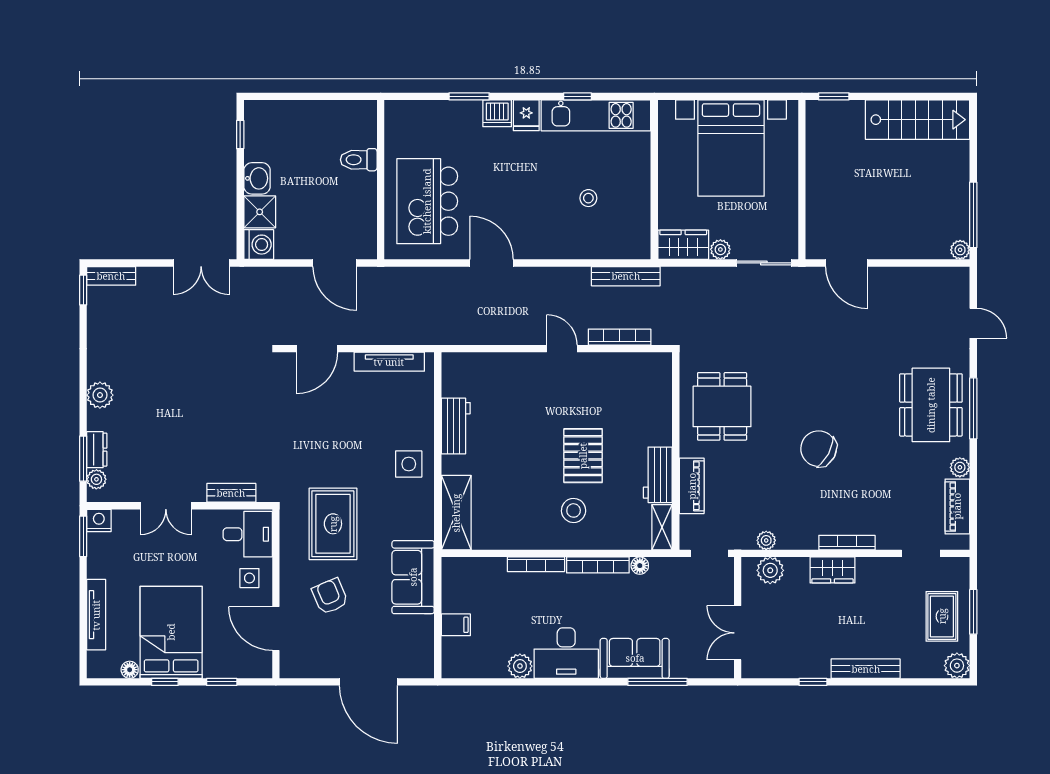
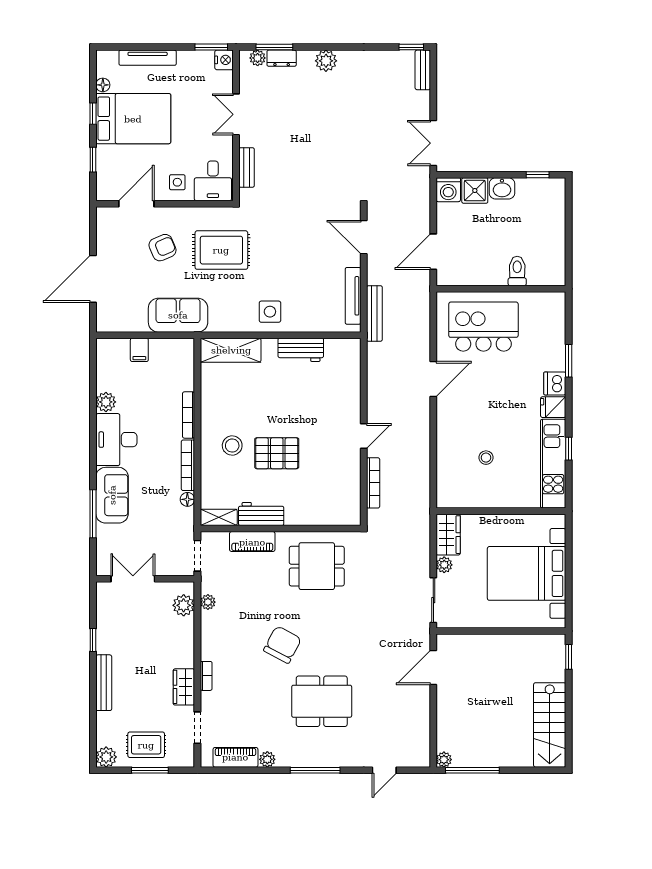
bench: (626, 276) -> (374, 313), moved
dining table: (931, 405) -> (322, 701), moved
bookcase: (847, 543) -> (206, 676), width x0.64
wardrobe: (833, 570) -> (184, 687), moved

